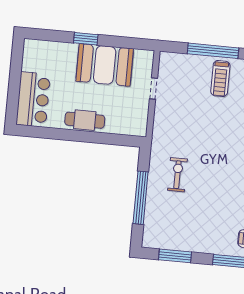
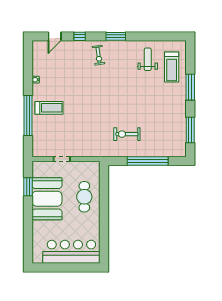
window: (86, 39) -> (28, 187), moved
bar counter: (33, 99) -> (71, 252), width x1.36
cafe table: (85, 120) -> (84, 197), moved

